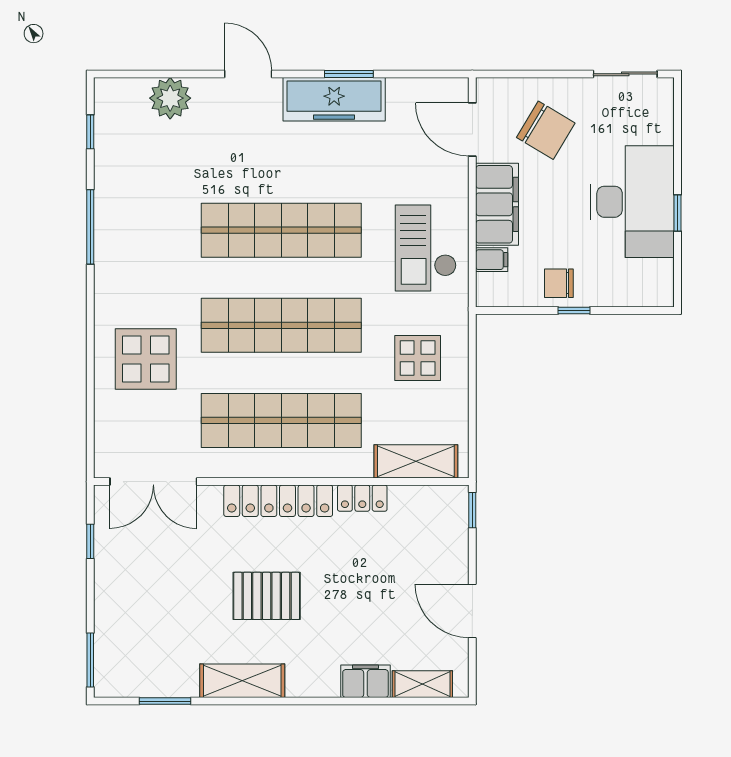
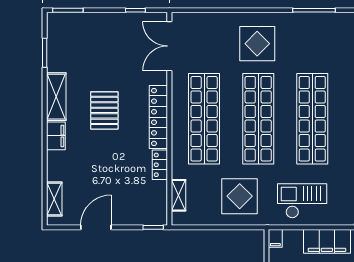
filing cabinet: (492, 260) -> (275, 238), moved
display table: (418, 358) -> (240, 196), width x1.36, depth x1.36
display table: (146, 359) -> (257, 44), moved
shelving: (416, 461) -> (178, 195), width x0.67, depth x0.75
filing cabinet: (365, 681) -> (56, 136), moved

